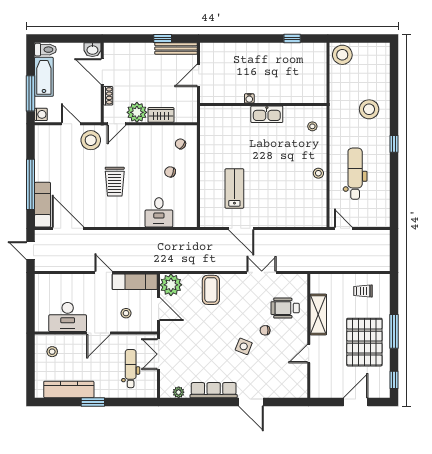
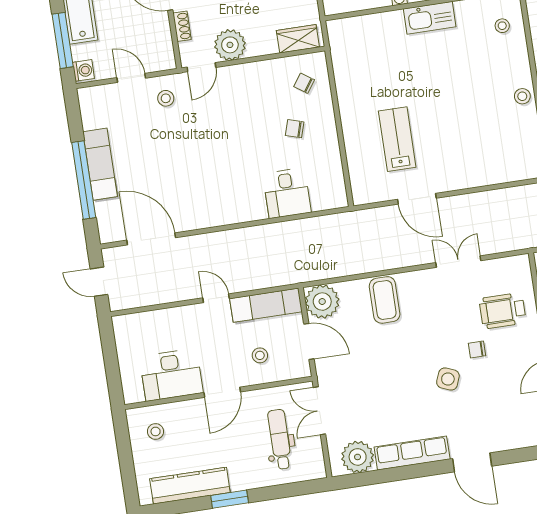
wardrobe: (161, 115) -> (298, 39), moved
stool: (91, 140) -> (166, 98), width x0.53, depth x0.53
trolley: (115, 182) -> (212, 156), removed
exam couch: (43, 205) -> (100, 164), moved
plant: (179, 392) -> (358, 457), width x1.87, depth x1.87

